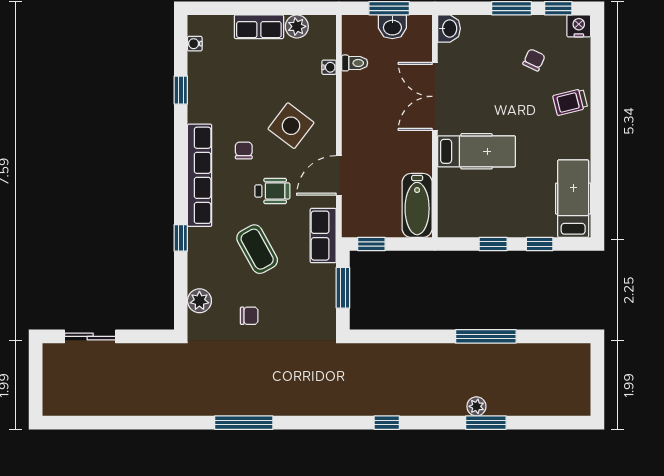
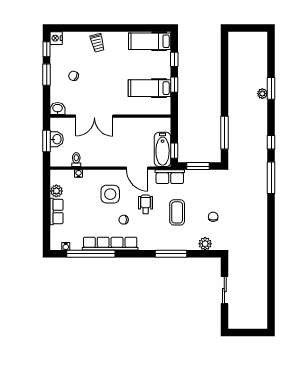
chair: (534, 60) -> (74, 76), moved
window: (181, 90) -> (91, 254), width x3.17
side table: (291, 126) -> (110, 194), turned -37
hospital bed: (476, 151) -> (150, 88), moved, turned -90
row of seats: (200, 175) -> (110, 244), moved
bathtub: (417, 205) -> (163, 149), moved, turned 90
window: (181, 238) -> (171, 254), width x2.17
coffee table: (257, 249) -> (177, 212), turned -61
sliding door: (90, 336) -> (224, 290), moved
window: (486, 336) -> (224, 133), moved
window: (244, 423) -> (271, 178), moved

